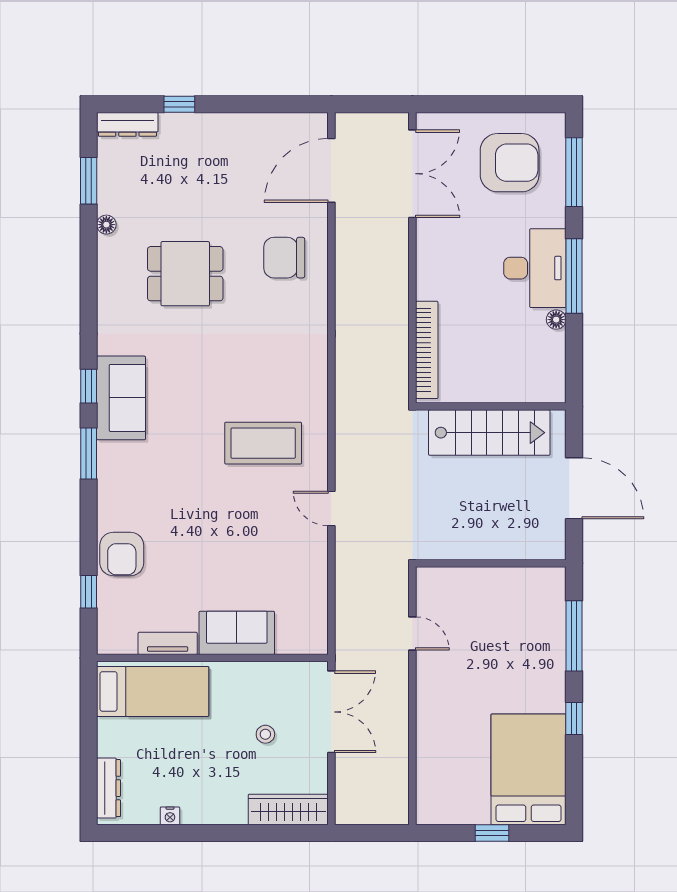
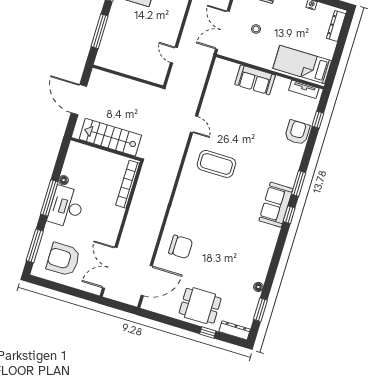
dining table: (185, 274) -> (200, 306), moved
tv unit: (168, 643) -> (304, 89), moved

